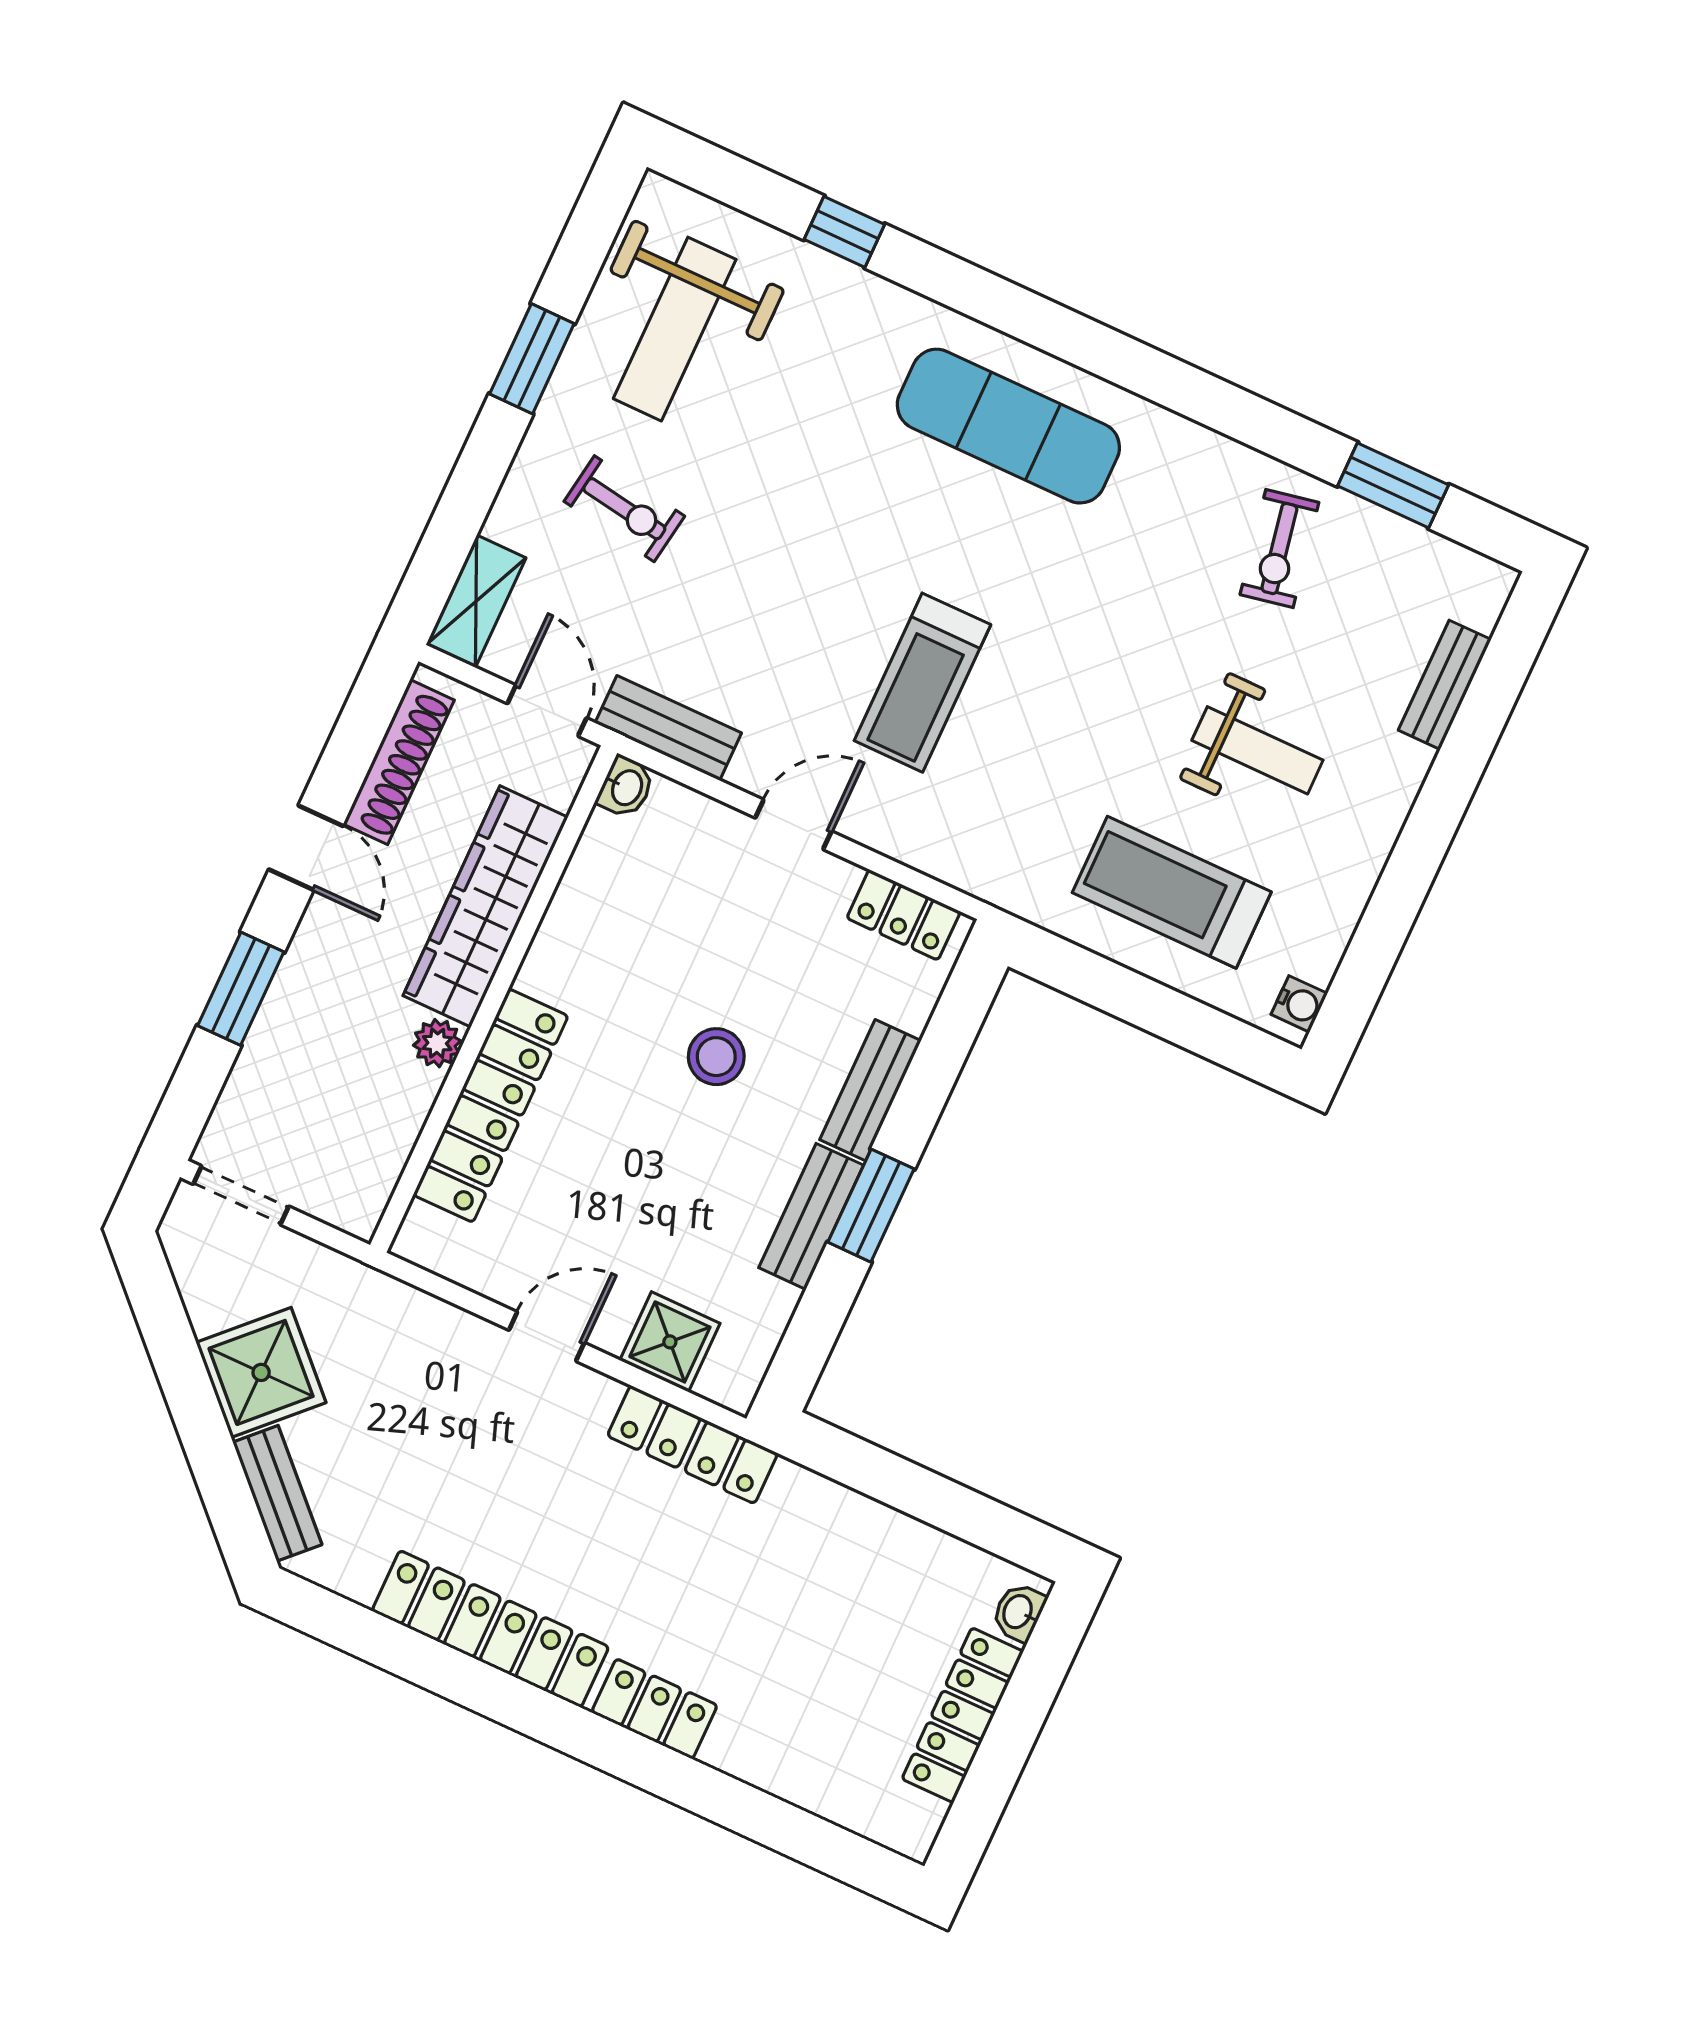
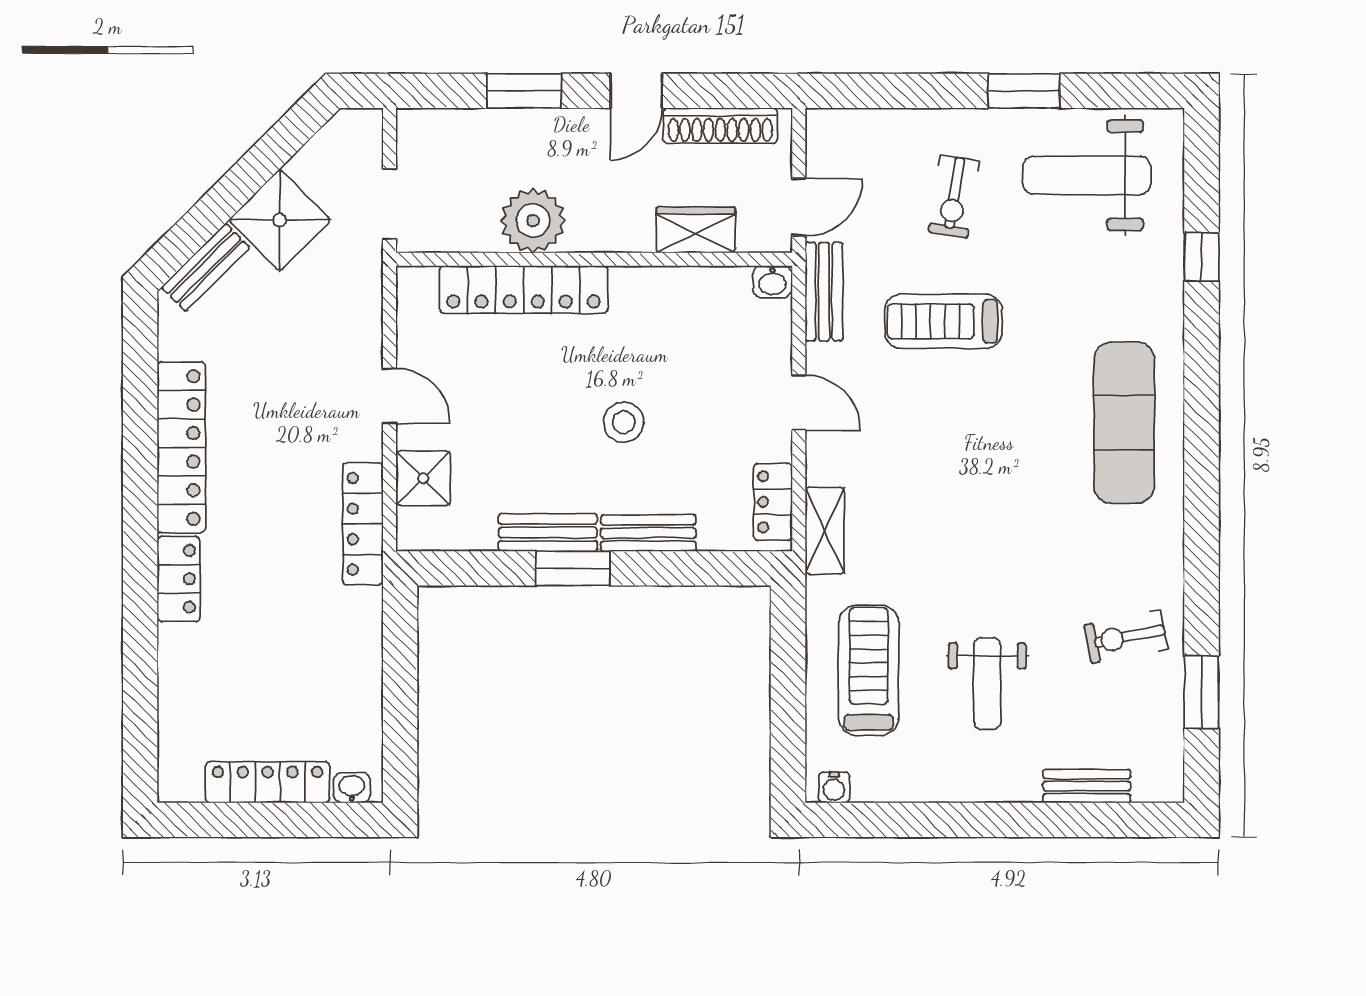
shelving: (476, 601) -> (825, 531), moved, turned 90
treadmill: (922, 683) -> (944, 321), moved
wardrobe: (485, 906) -> (696, 230), width x0.48, depth x0.85
plant: (437, 1043) -> (533, 221), width x1.88, depth x1.88
doorway: (241, 1195) -> (389, 204), moved

